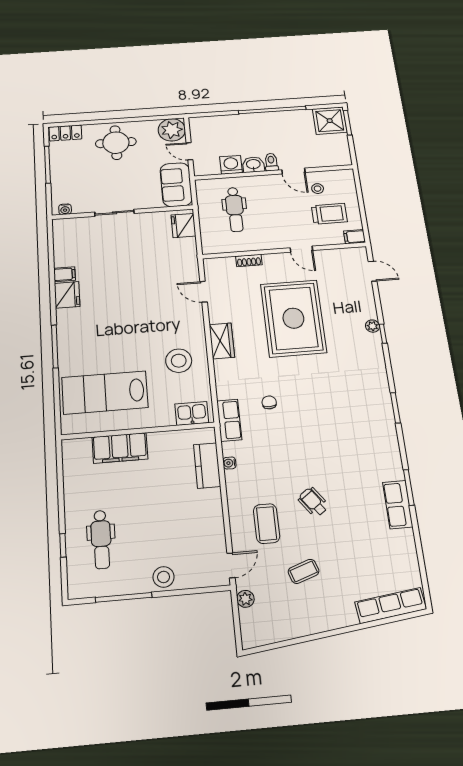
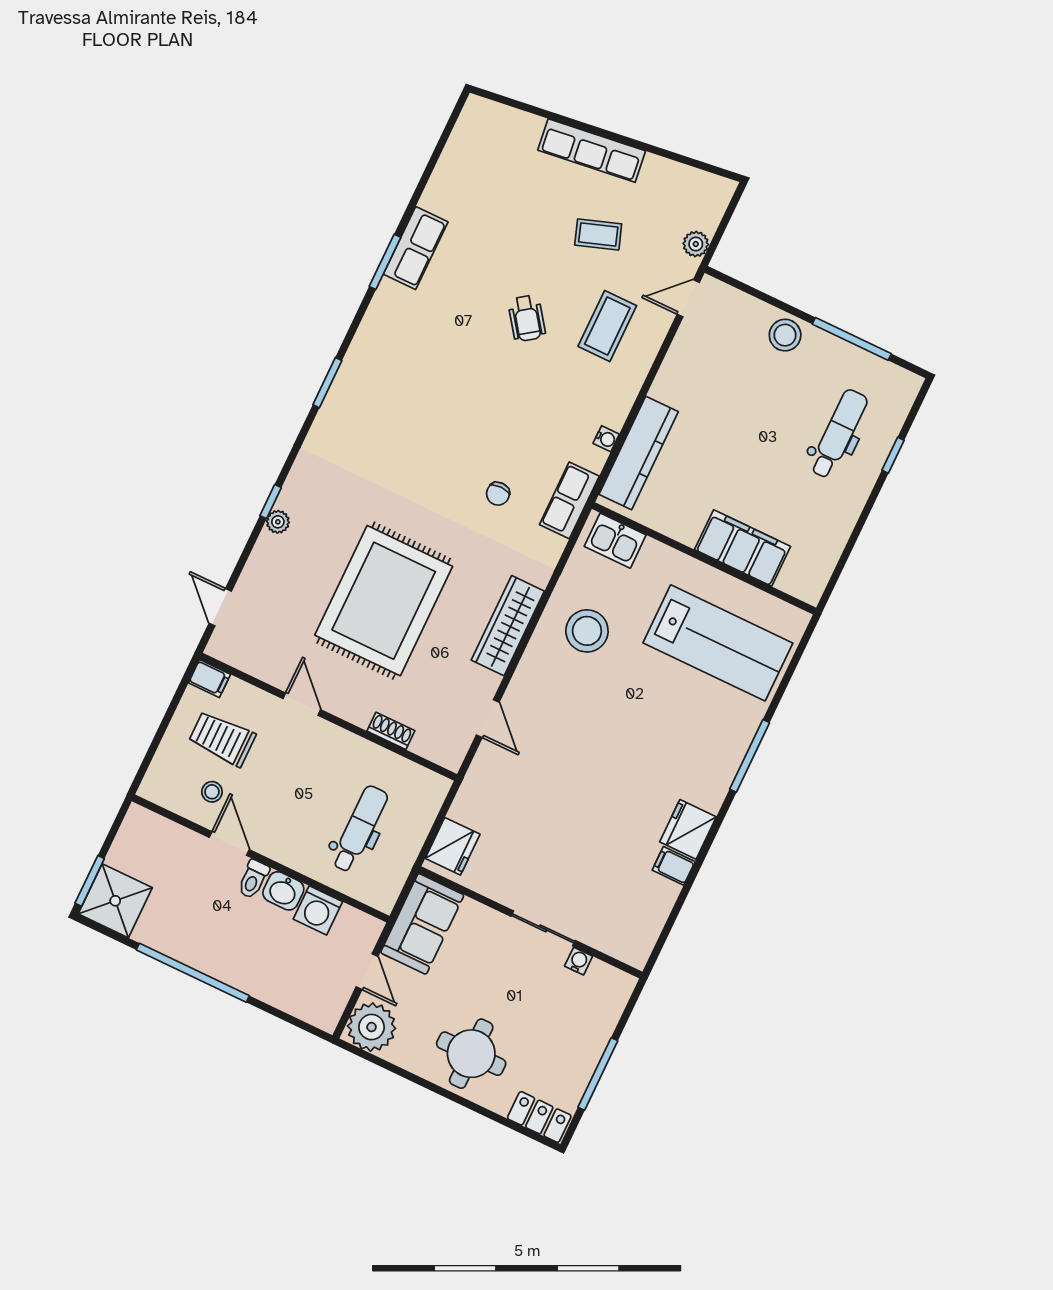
water cooler: (65, 209) -> (579, 961), moved
wardrobe: (222, 341) -> (508, 626), width x1.50
kitchen counter: (207, 466) -> (639, 453), width x1.50
row of seats: (390, 606) -> (592, 150), moved

